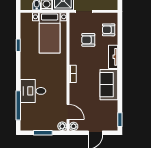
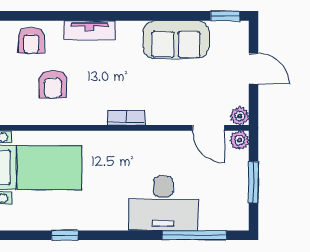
sofa: (109, 85) -> (176, 40), moved
desk: (33, 91) -> (163, 203), width x1.37
door: (68, 112) -> (208, 128), swing flipped

